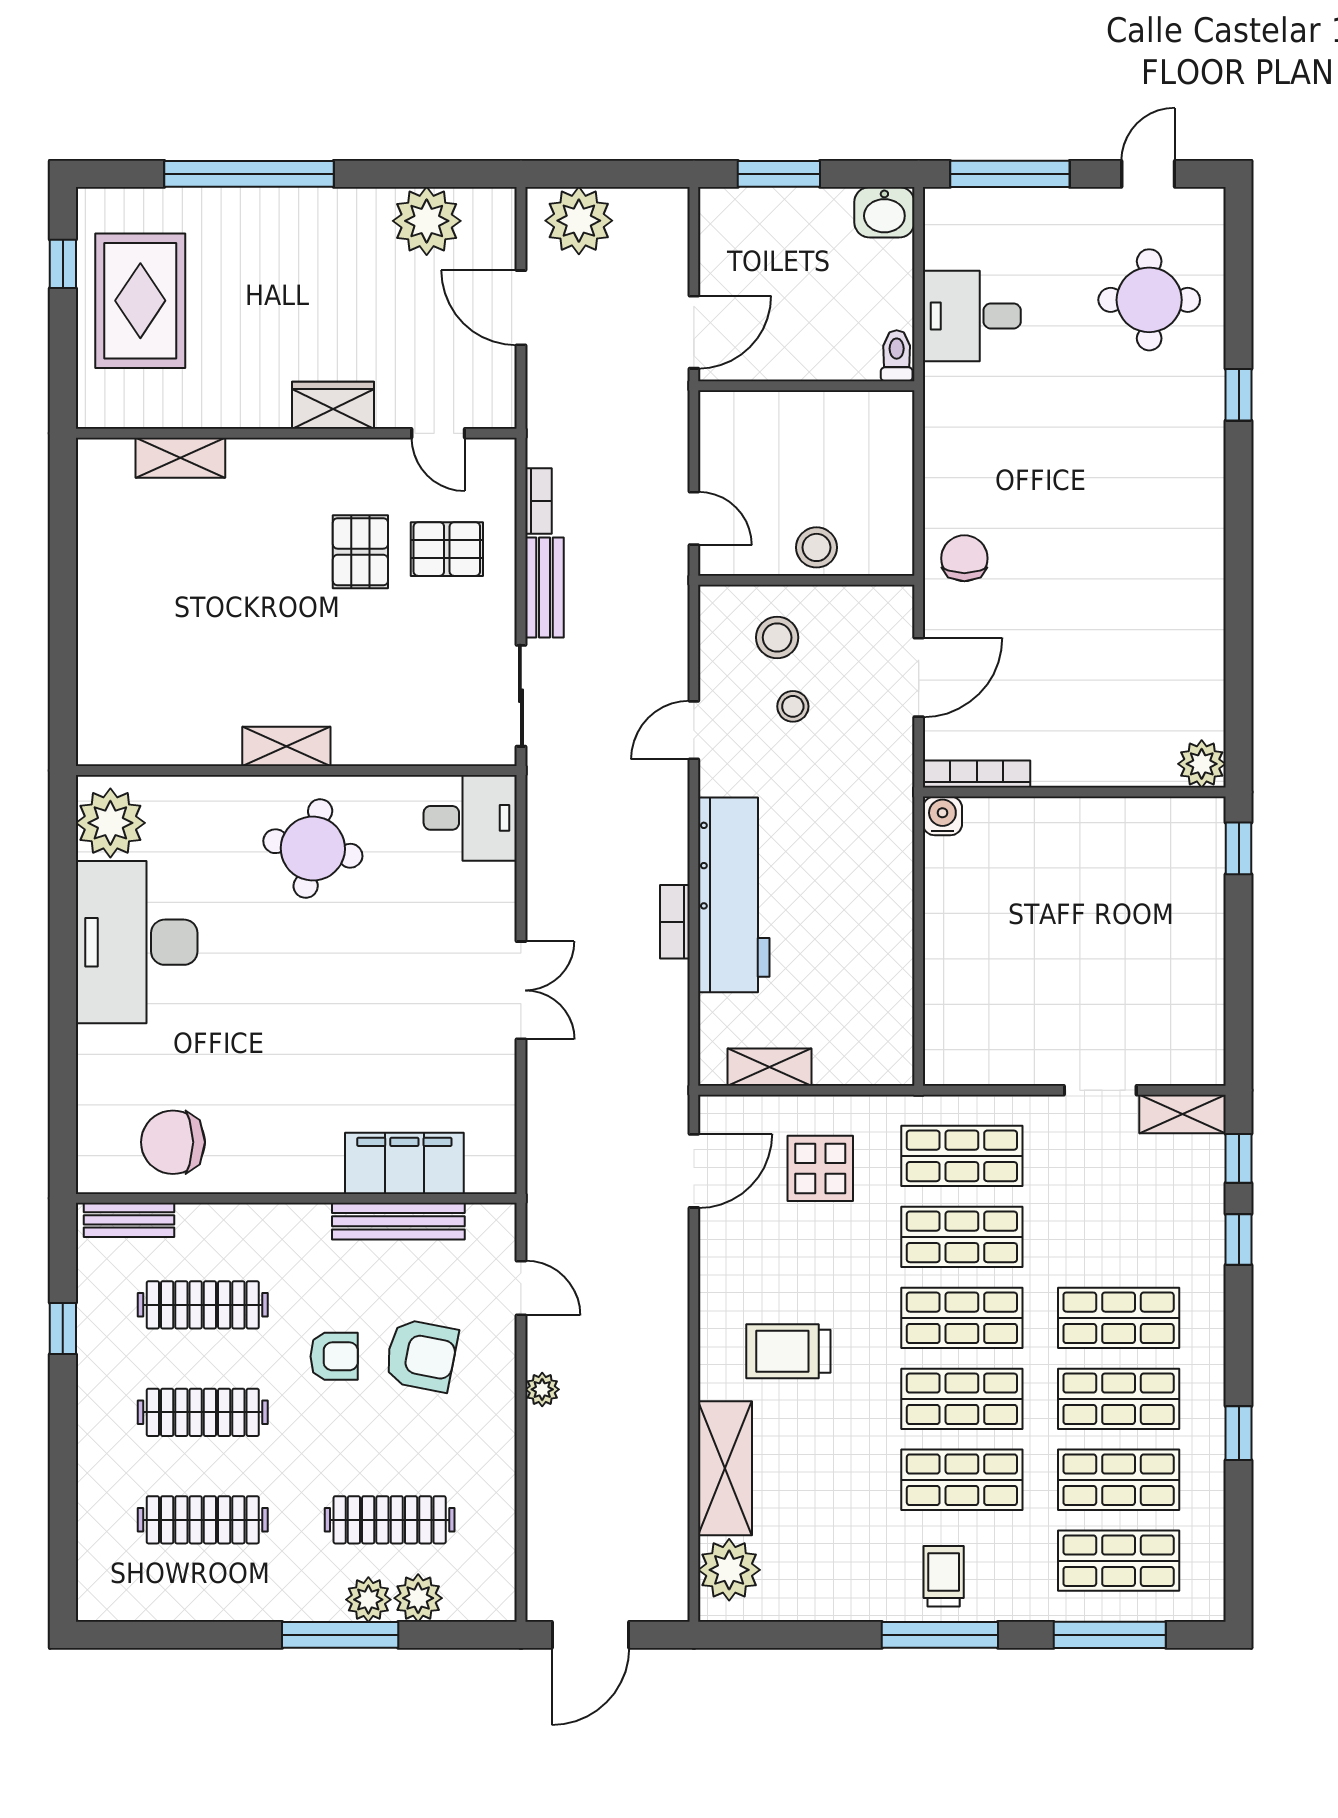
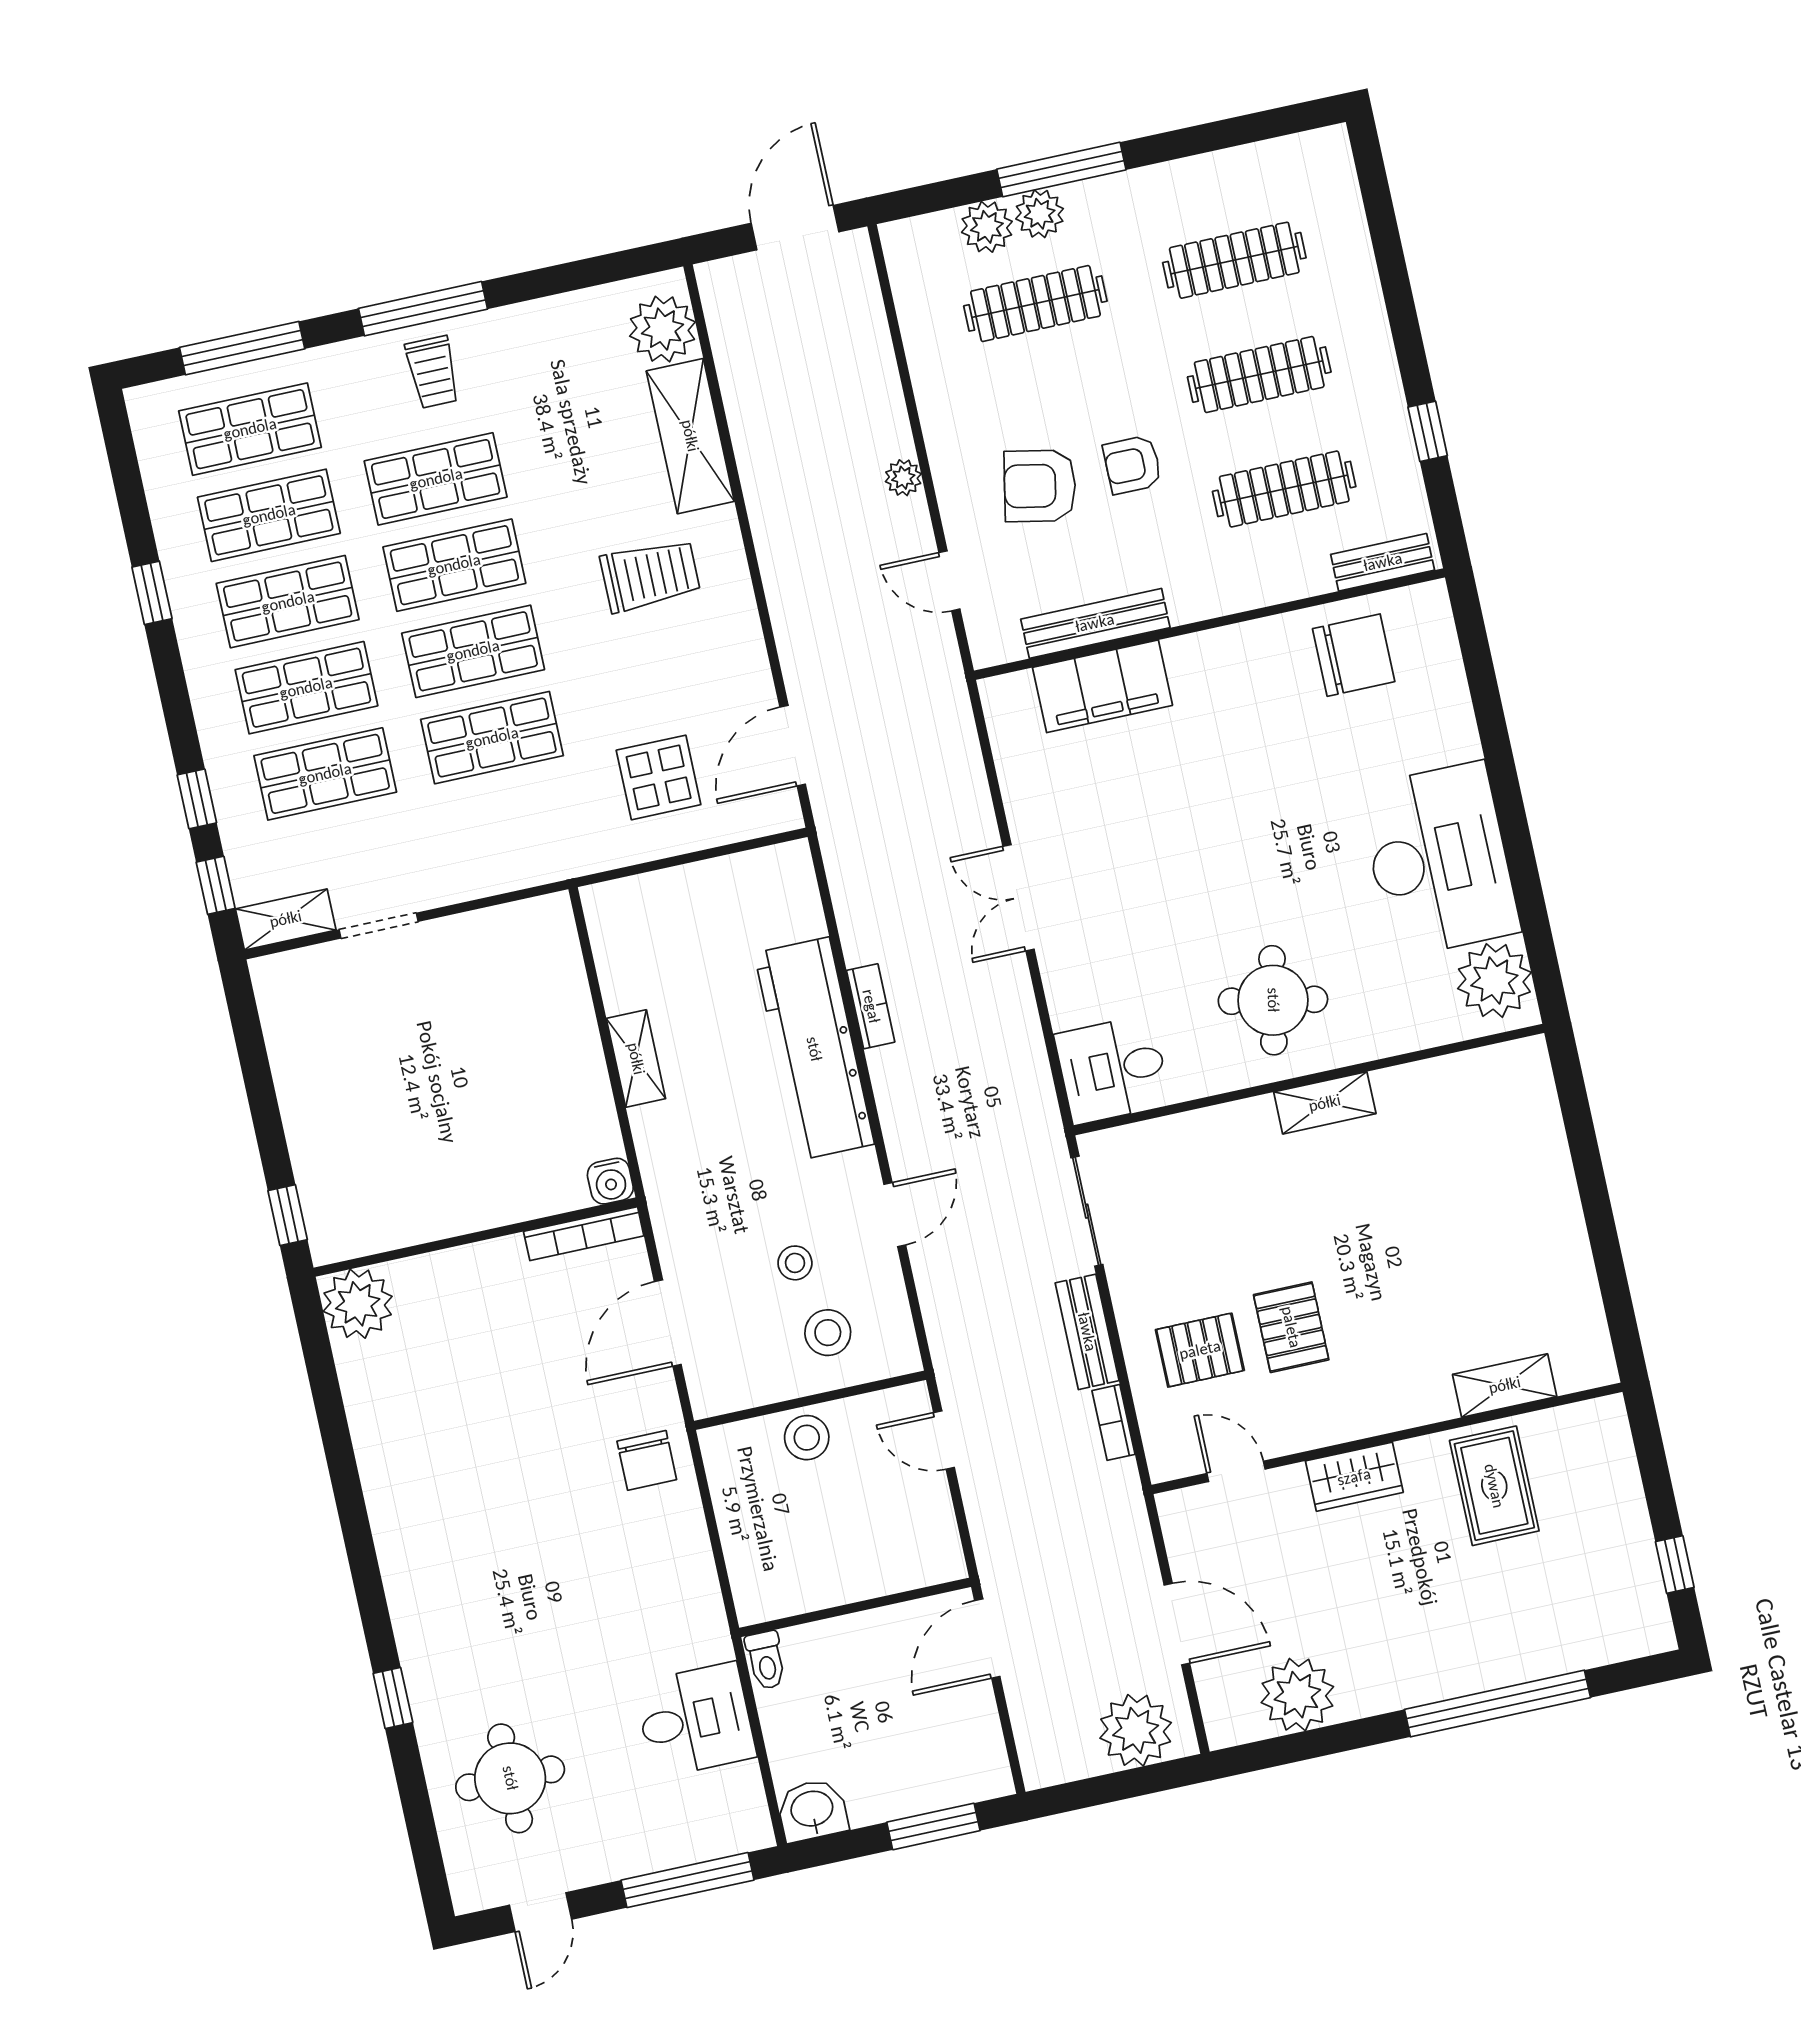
rug: (140, 301) -> (1494, 1486), moved, width x0.73, depth x0.70
plant: (1202, 764) -> (358, 1304), width x1.36, depth x1.36
shelving: (770, 1067) -> (636, 1059), moved, turned 90
shop shelf: (962, 1156) -> (325, 774), moved

